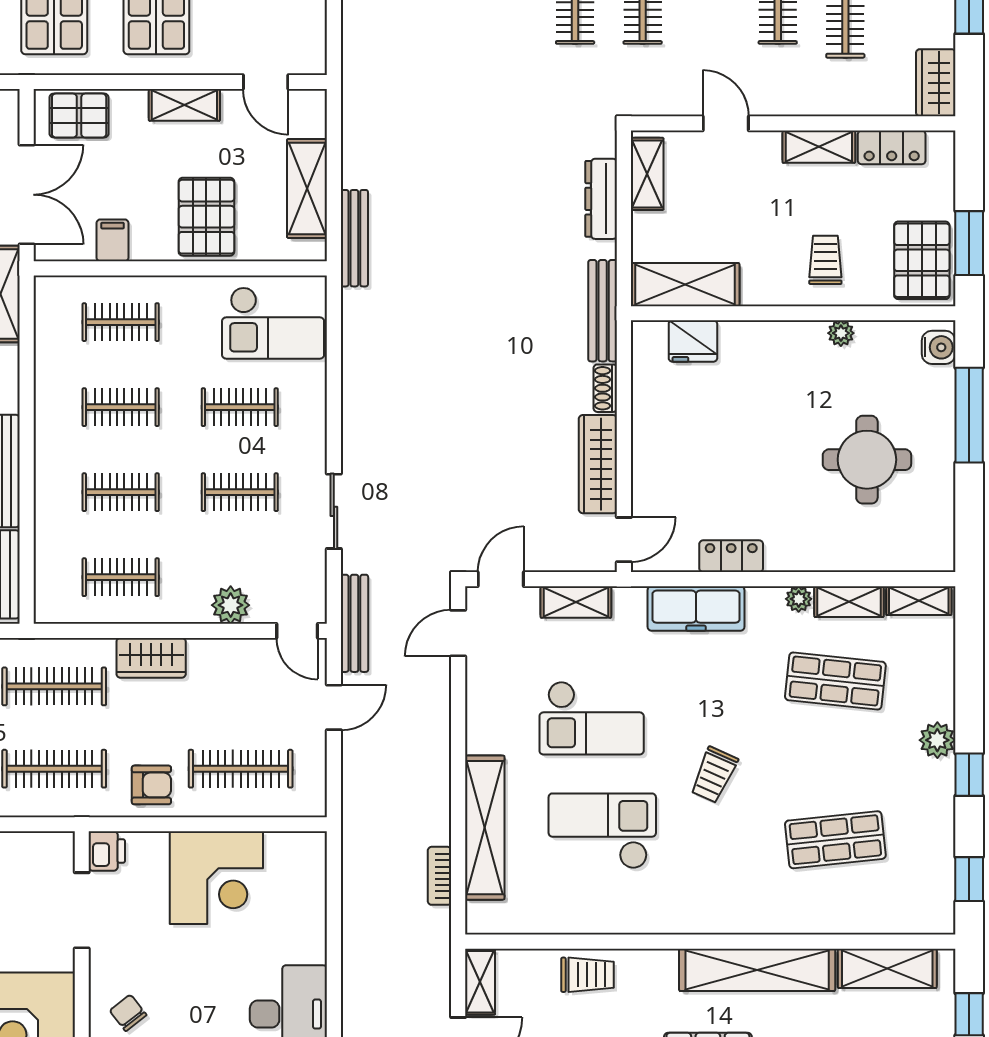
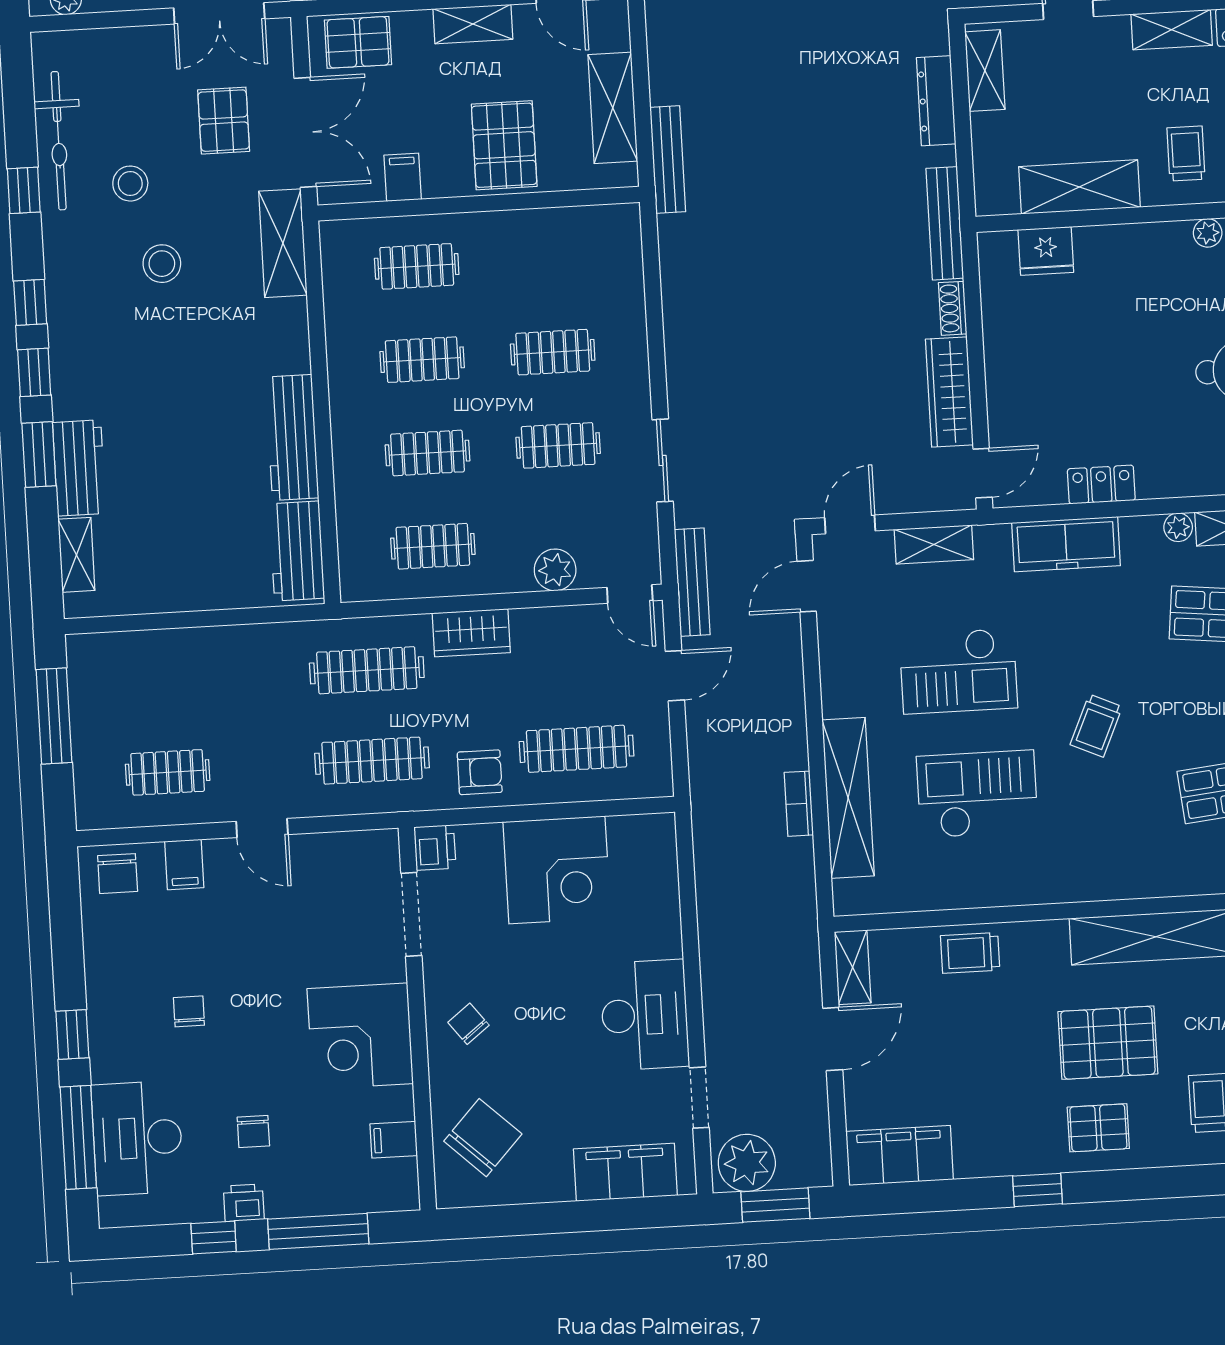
shelving: (685, 285) -> (1080, 187), moved
checkout: (273, 323) -> (584, 258), removed
bookcase: (440, 876) -> (799, 804), moved
trolley: (587, 975) -> (970, 953), turned 180

